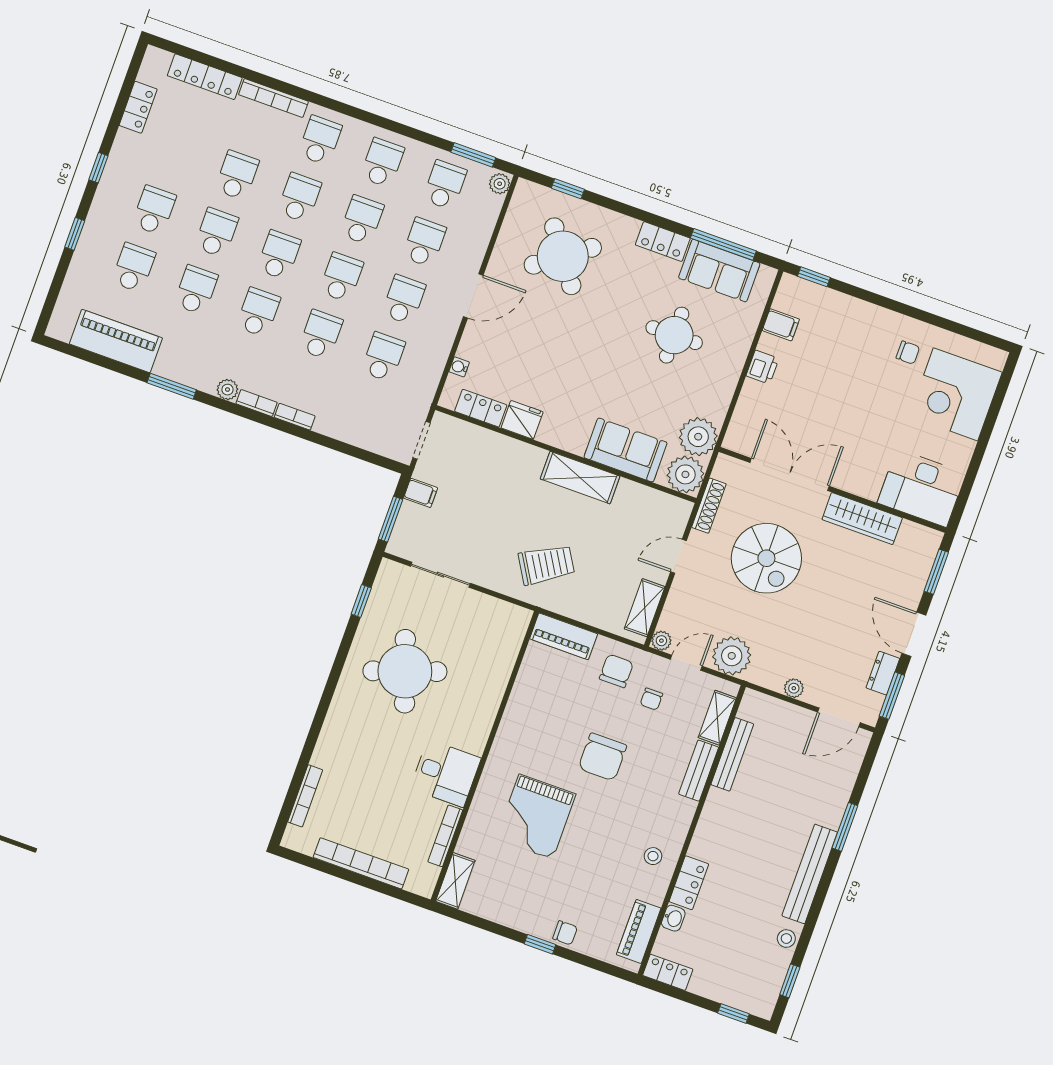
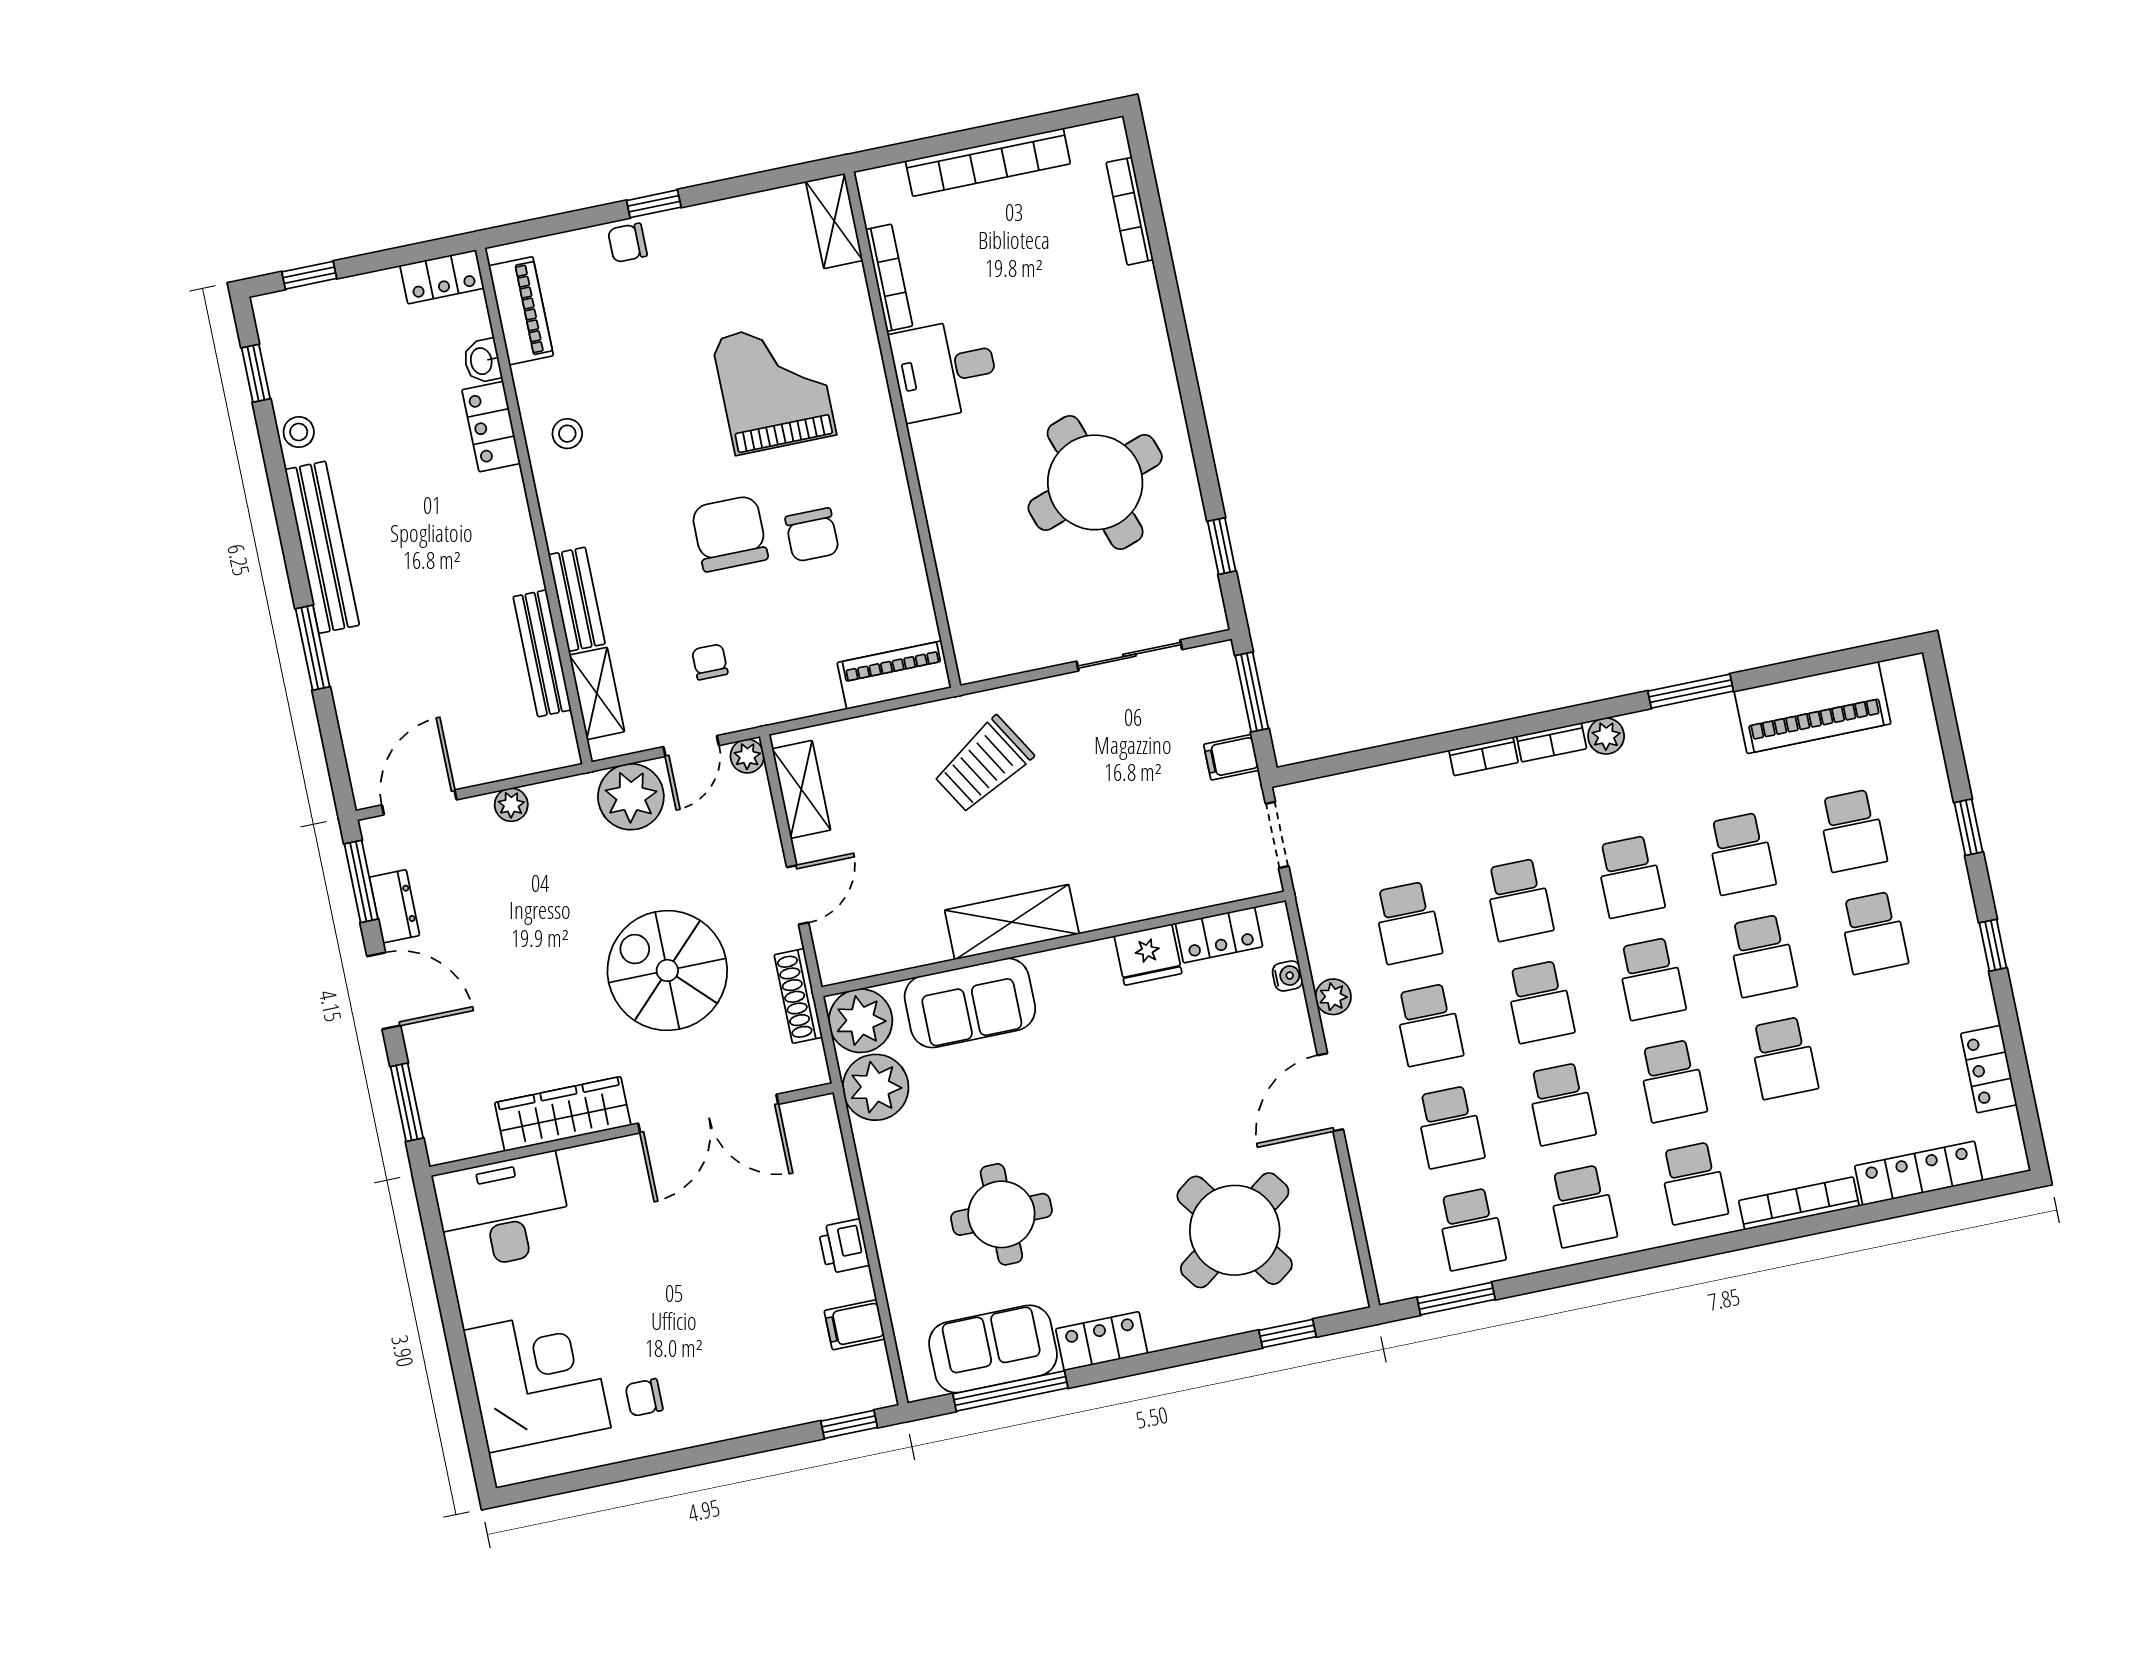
plant: (500, 184) -> (1333, 997), moved
chair: (616, 671) -> (812, 535), moved

